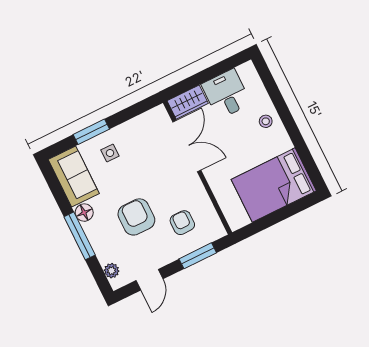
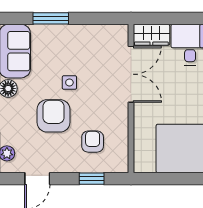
side table: (110, 153) -> (69, 82), moved
window: (198, 256) -> (92, 179), width x0.67

